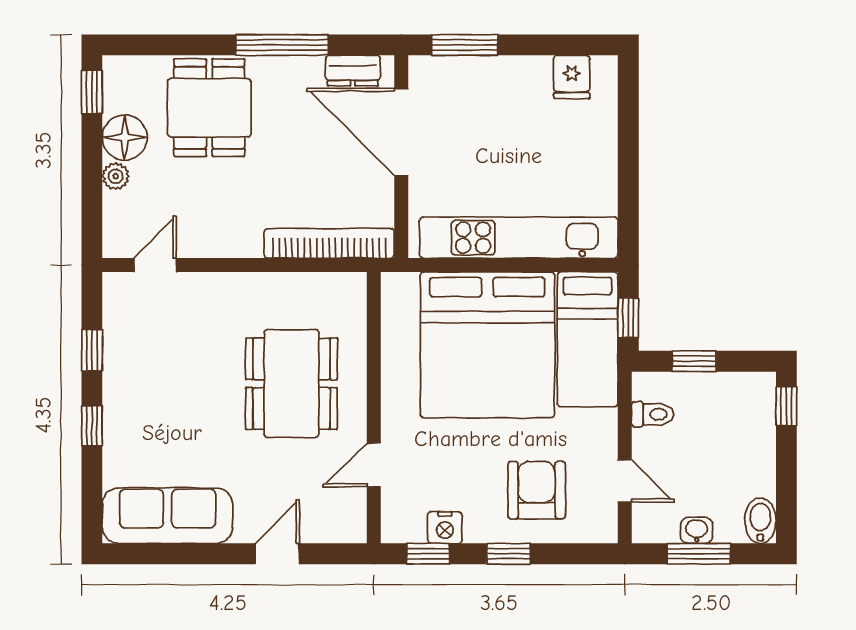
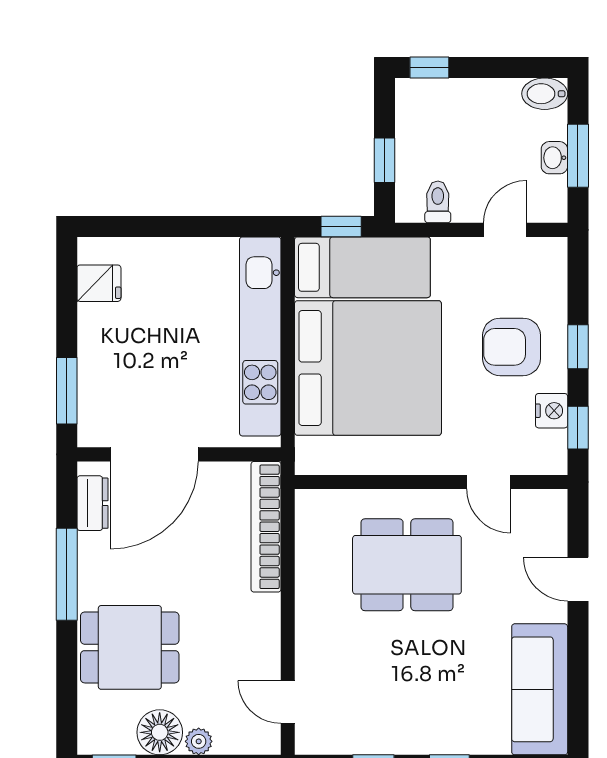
armchair: (537, 490) -> (512, 347), moved

